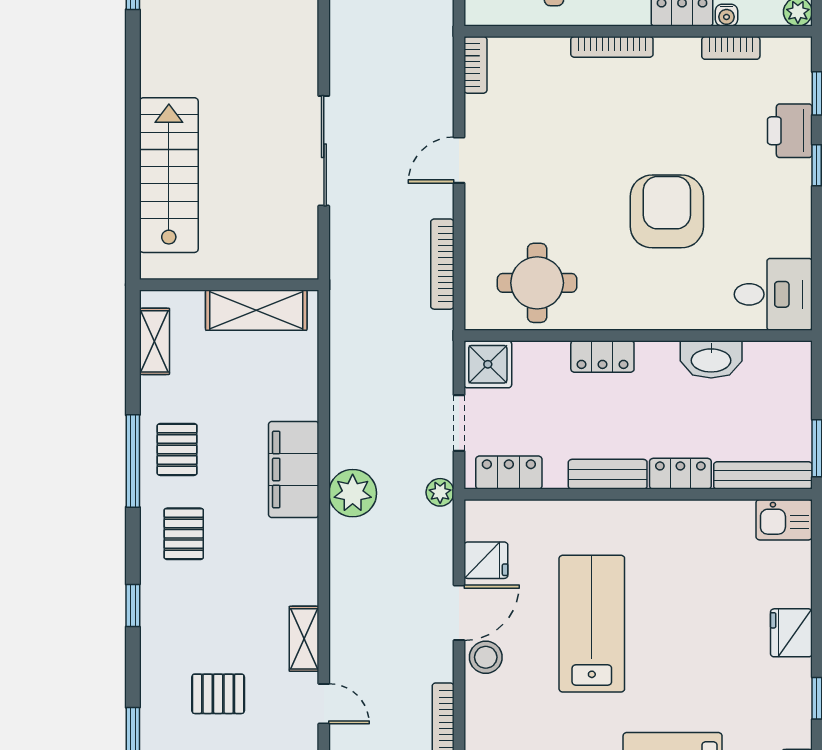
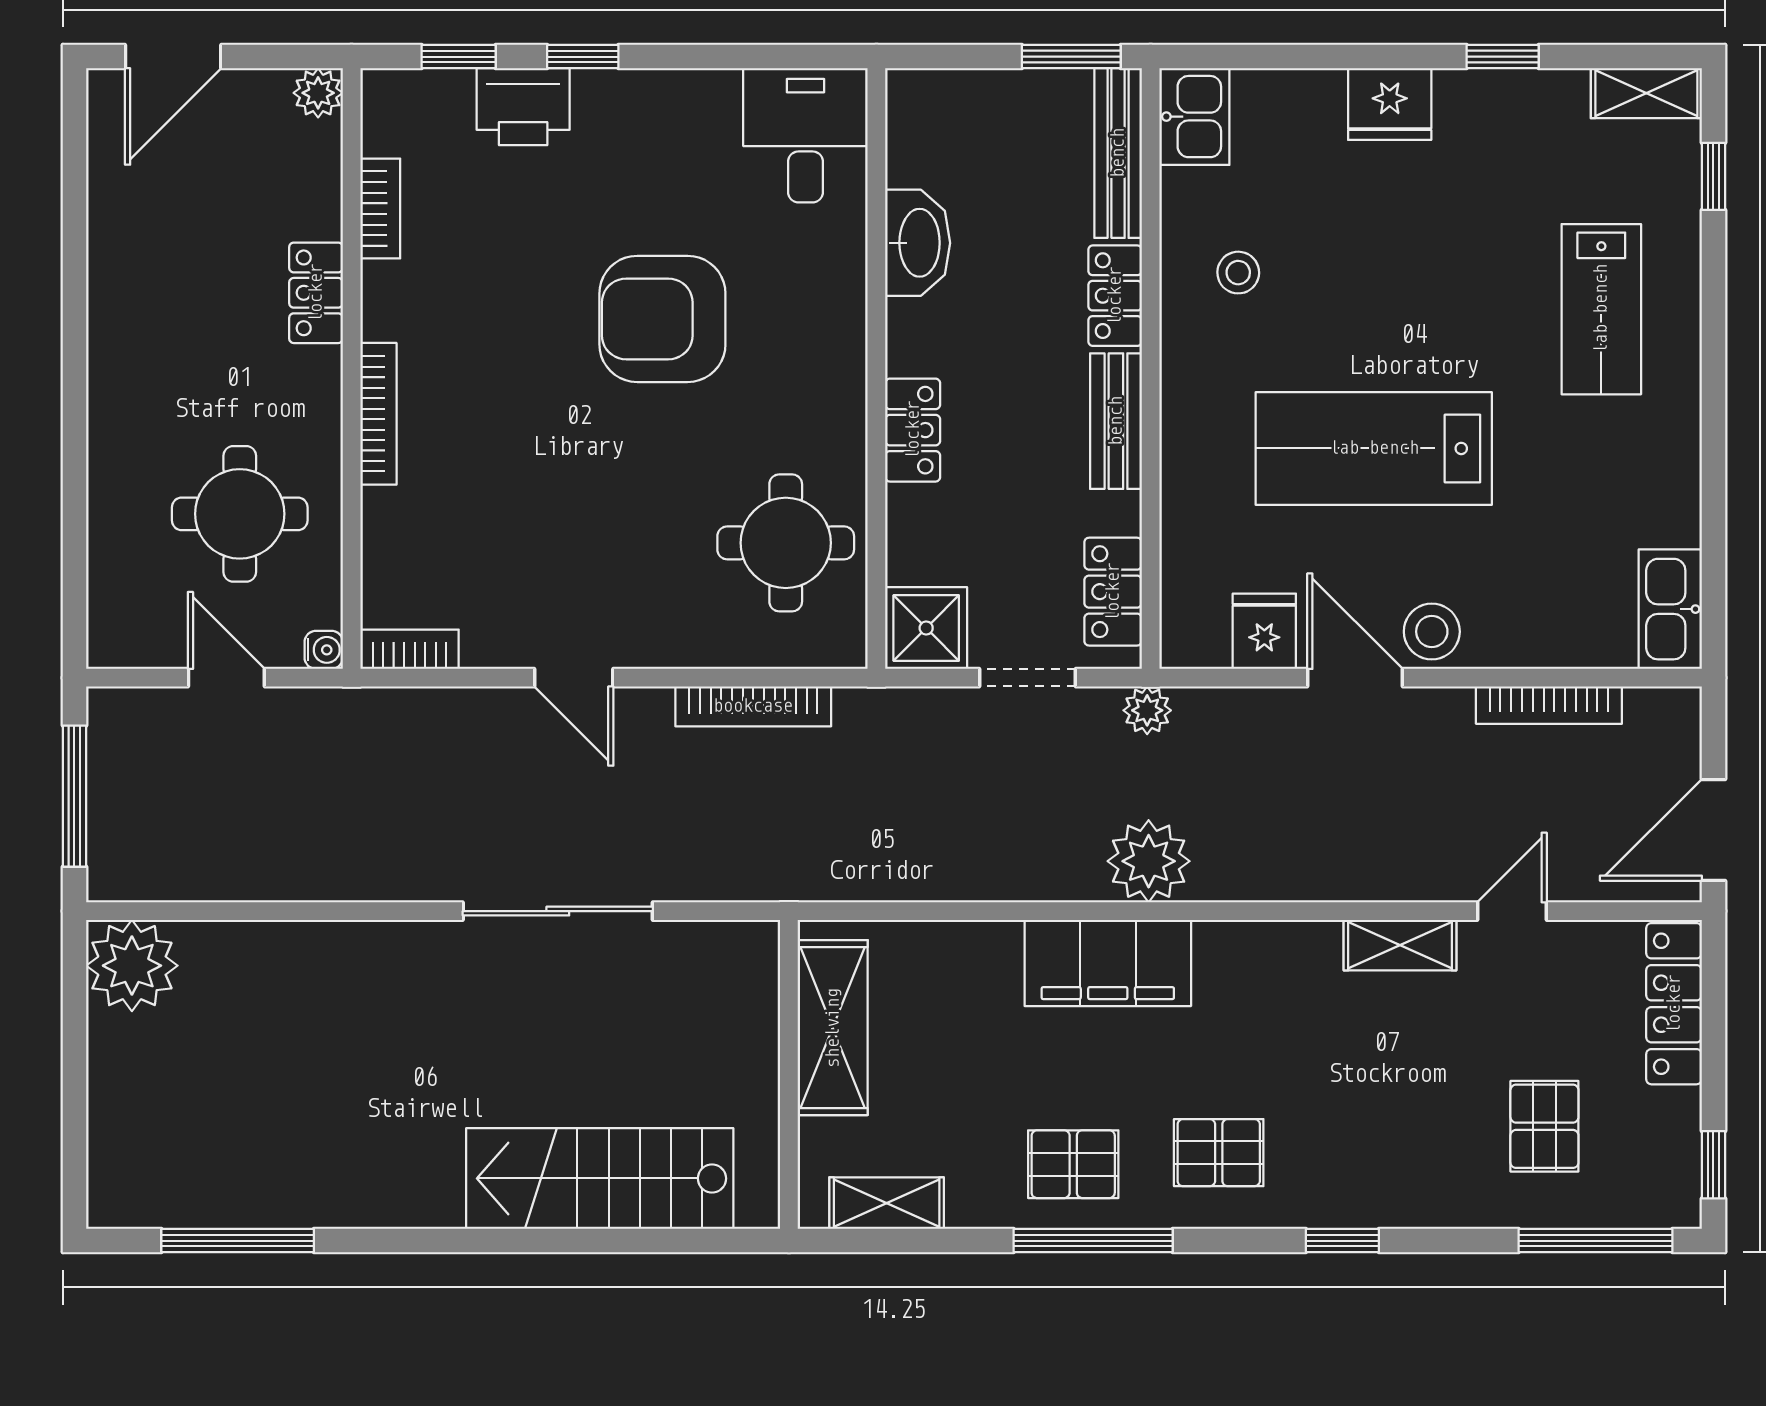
water cooler: (727, 15) -> (324, 650), moved
stool: (694, 545) -> (1238, 273), added
pallet: (218, 694) -> (1544, 1126), moved

